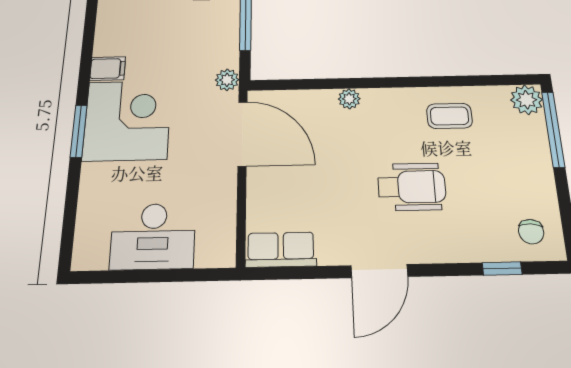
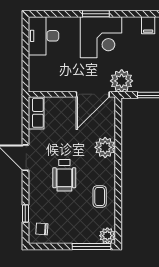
filing cabinet: (108, 69) -> (148, 25), moved
plant: (227, 80) -> (122, 81), width x1.87, depth x1.87
plant: (349, 99) -> (105, 147), width x1.88, depth x1.88
desk: (153, 236) -> (43, 36), moved

